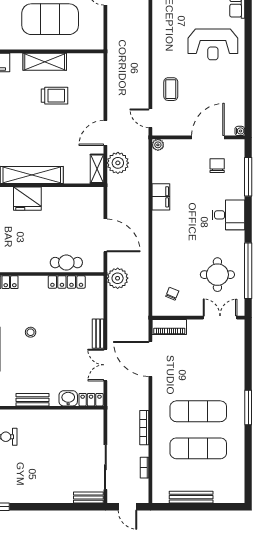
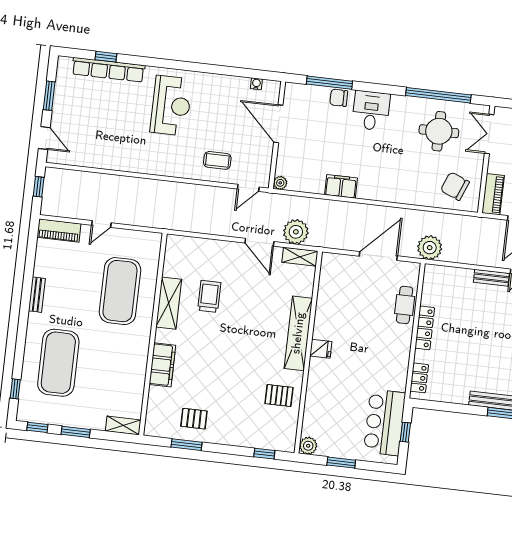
water cooler: (240, 131) -> (256, 84), moved
chair: (217, 166) -> (339, 98), moved
fridge: (27, 199) -> (321, 349), width x0.53, depth x0.75
locker: (67, 282) -> (425, 328), moved
chair: (172, 294) -> (455, 186), width x1.87, depth x1.87
stool: (31, 332) -> (481, 356), removed

